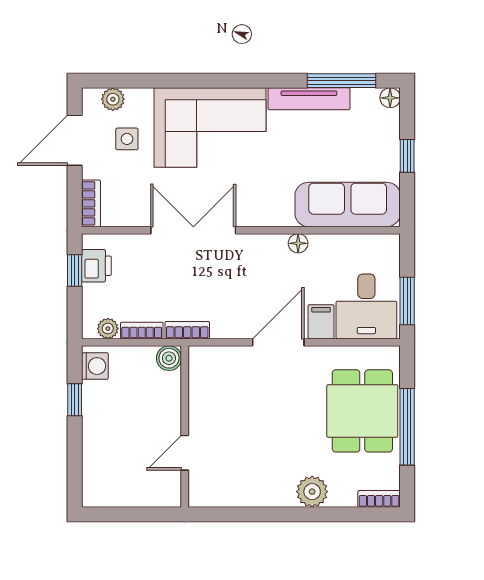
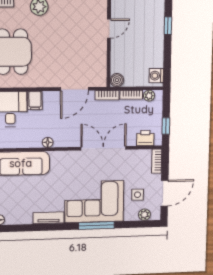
window: (341, 81) -> (96, 226), moved
tv unit: (309, 99) -> (49, 218), width x0.71
double door: (193, 230) -> (103, 148), swing flipped
printer: (96, 266) -> (145, 138), moved, turned 90
door: (278, 342) -> (74, 89), moved
window: (75, 400) -> (168, 26), moved

